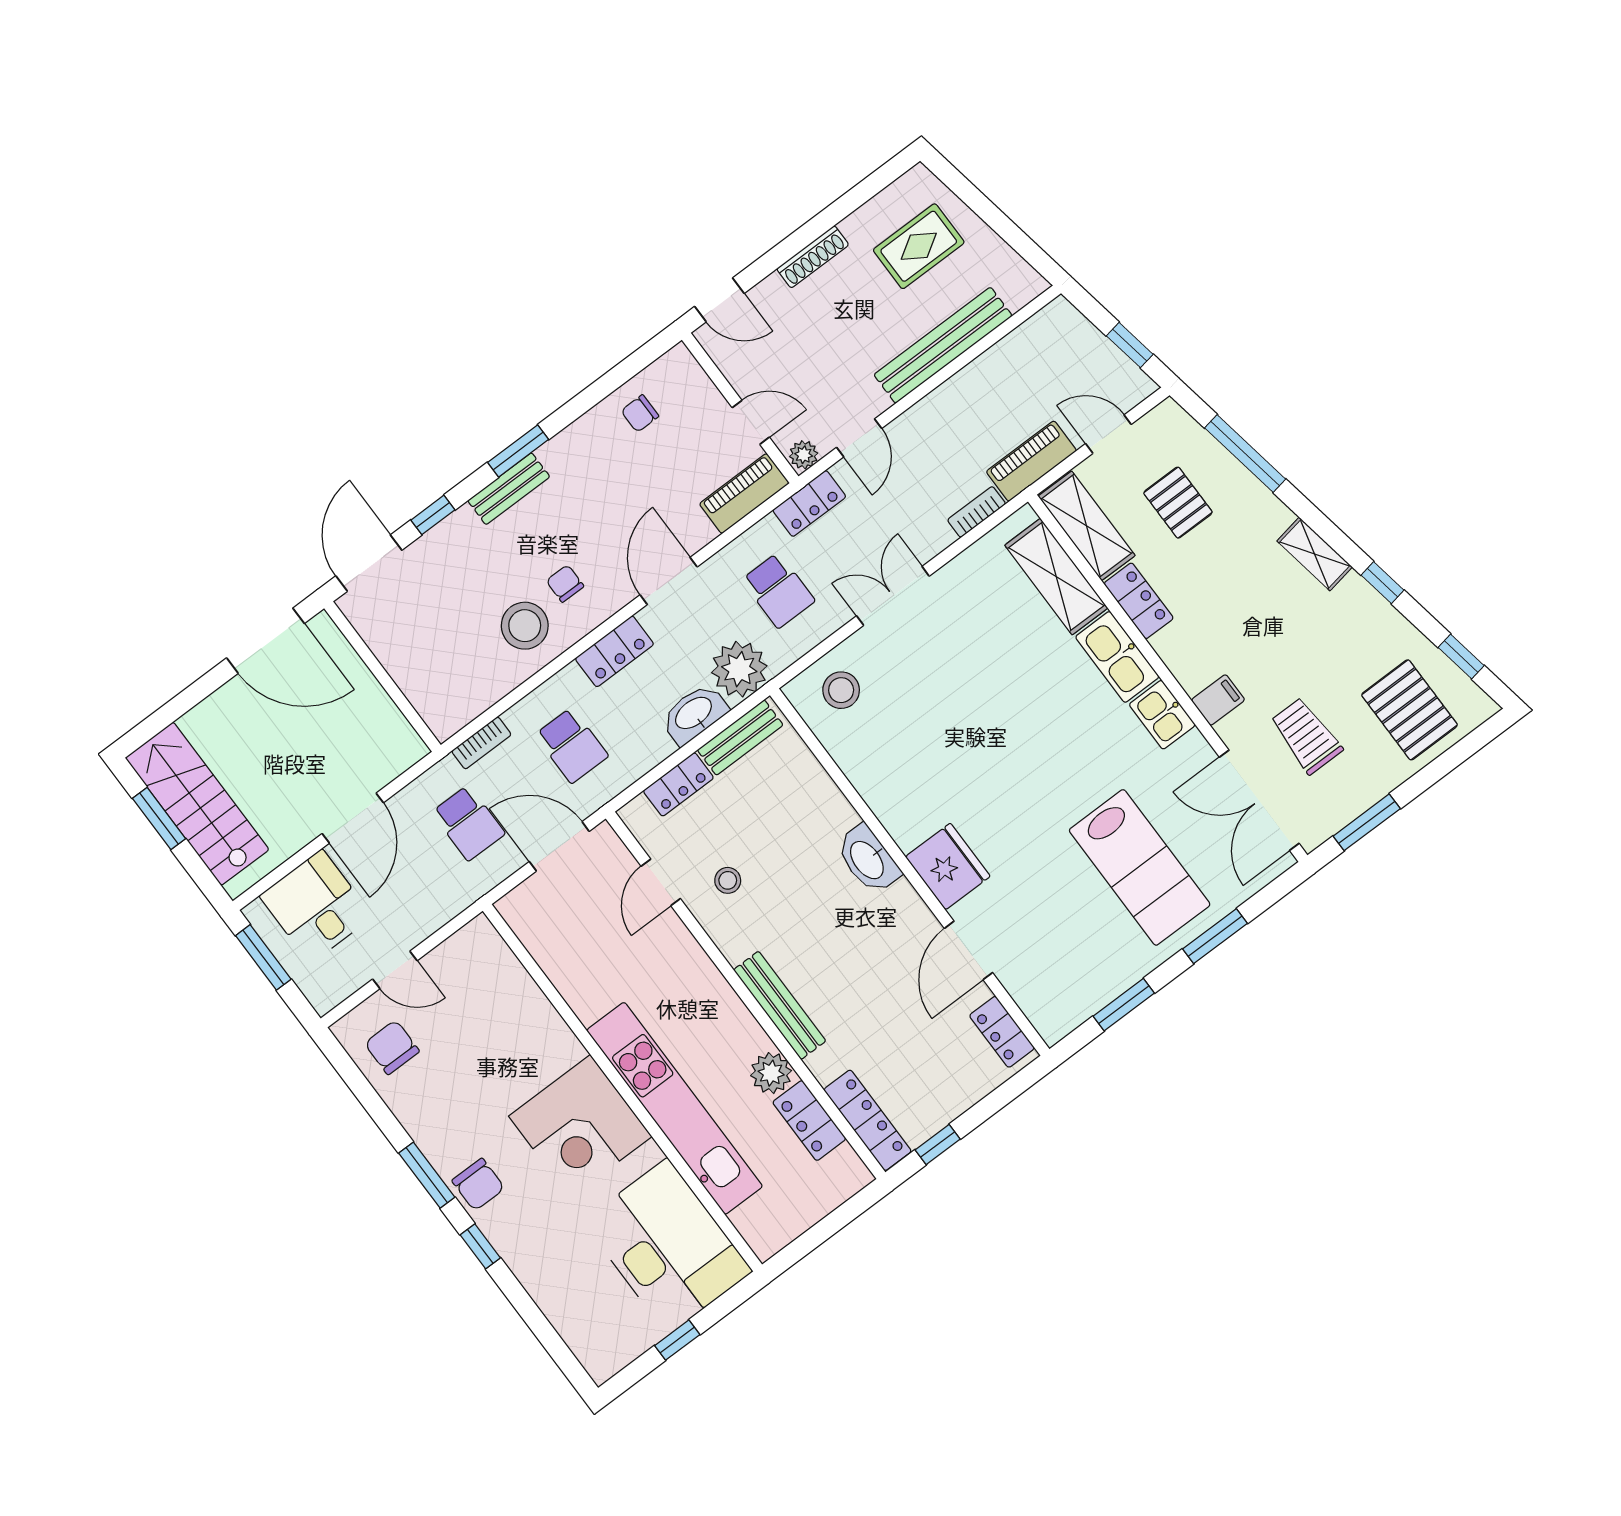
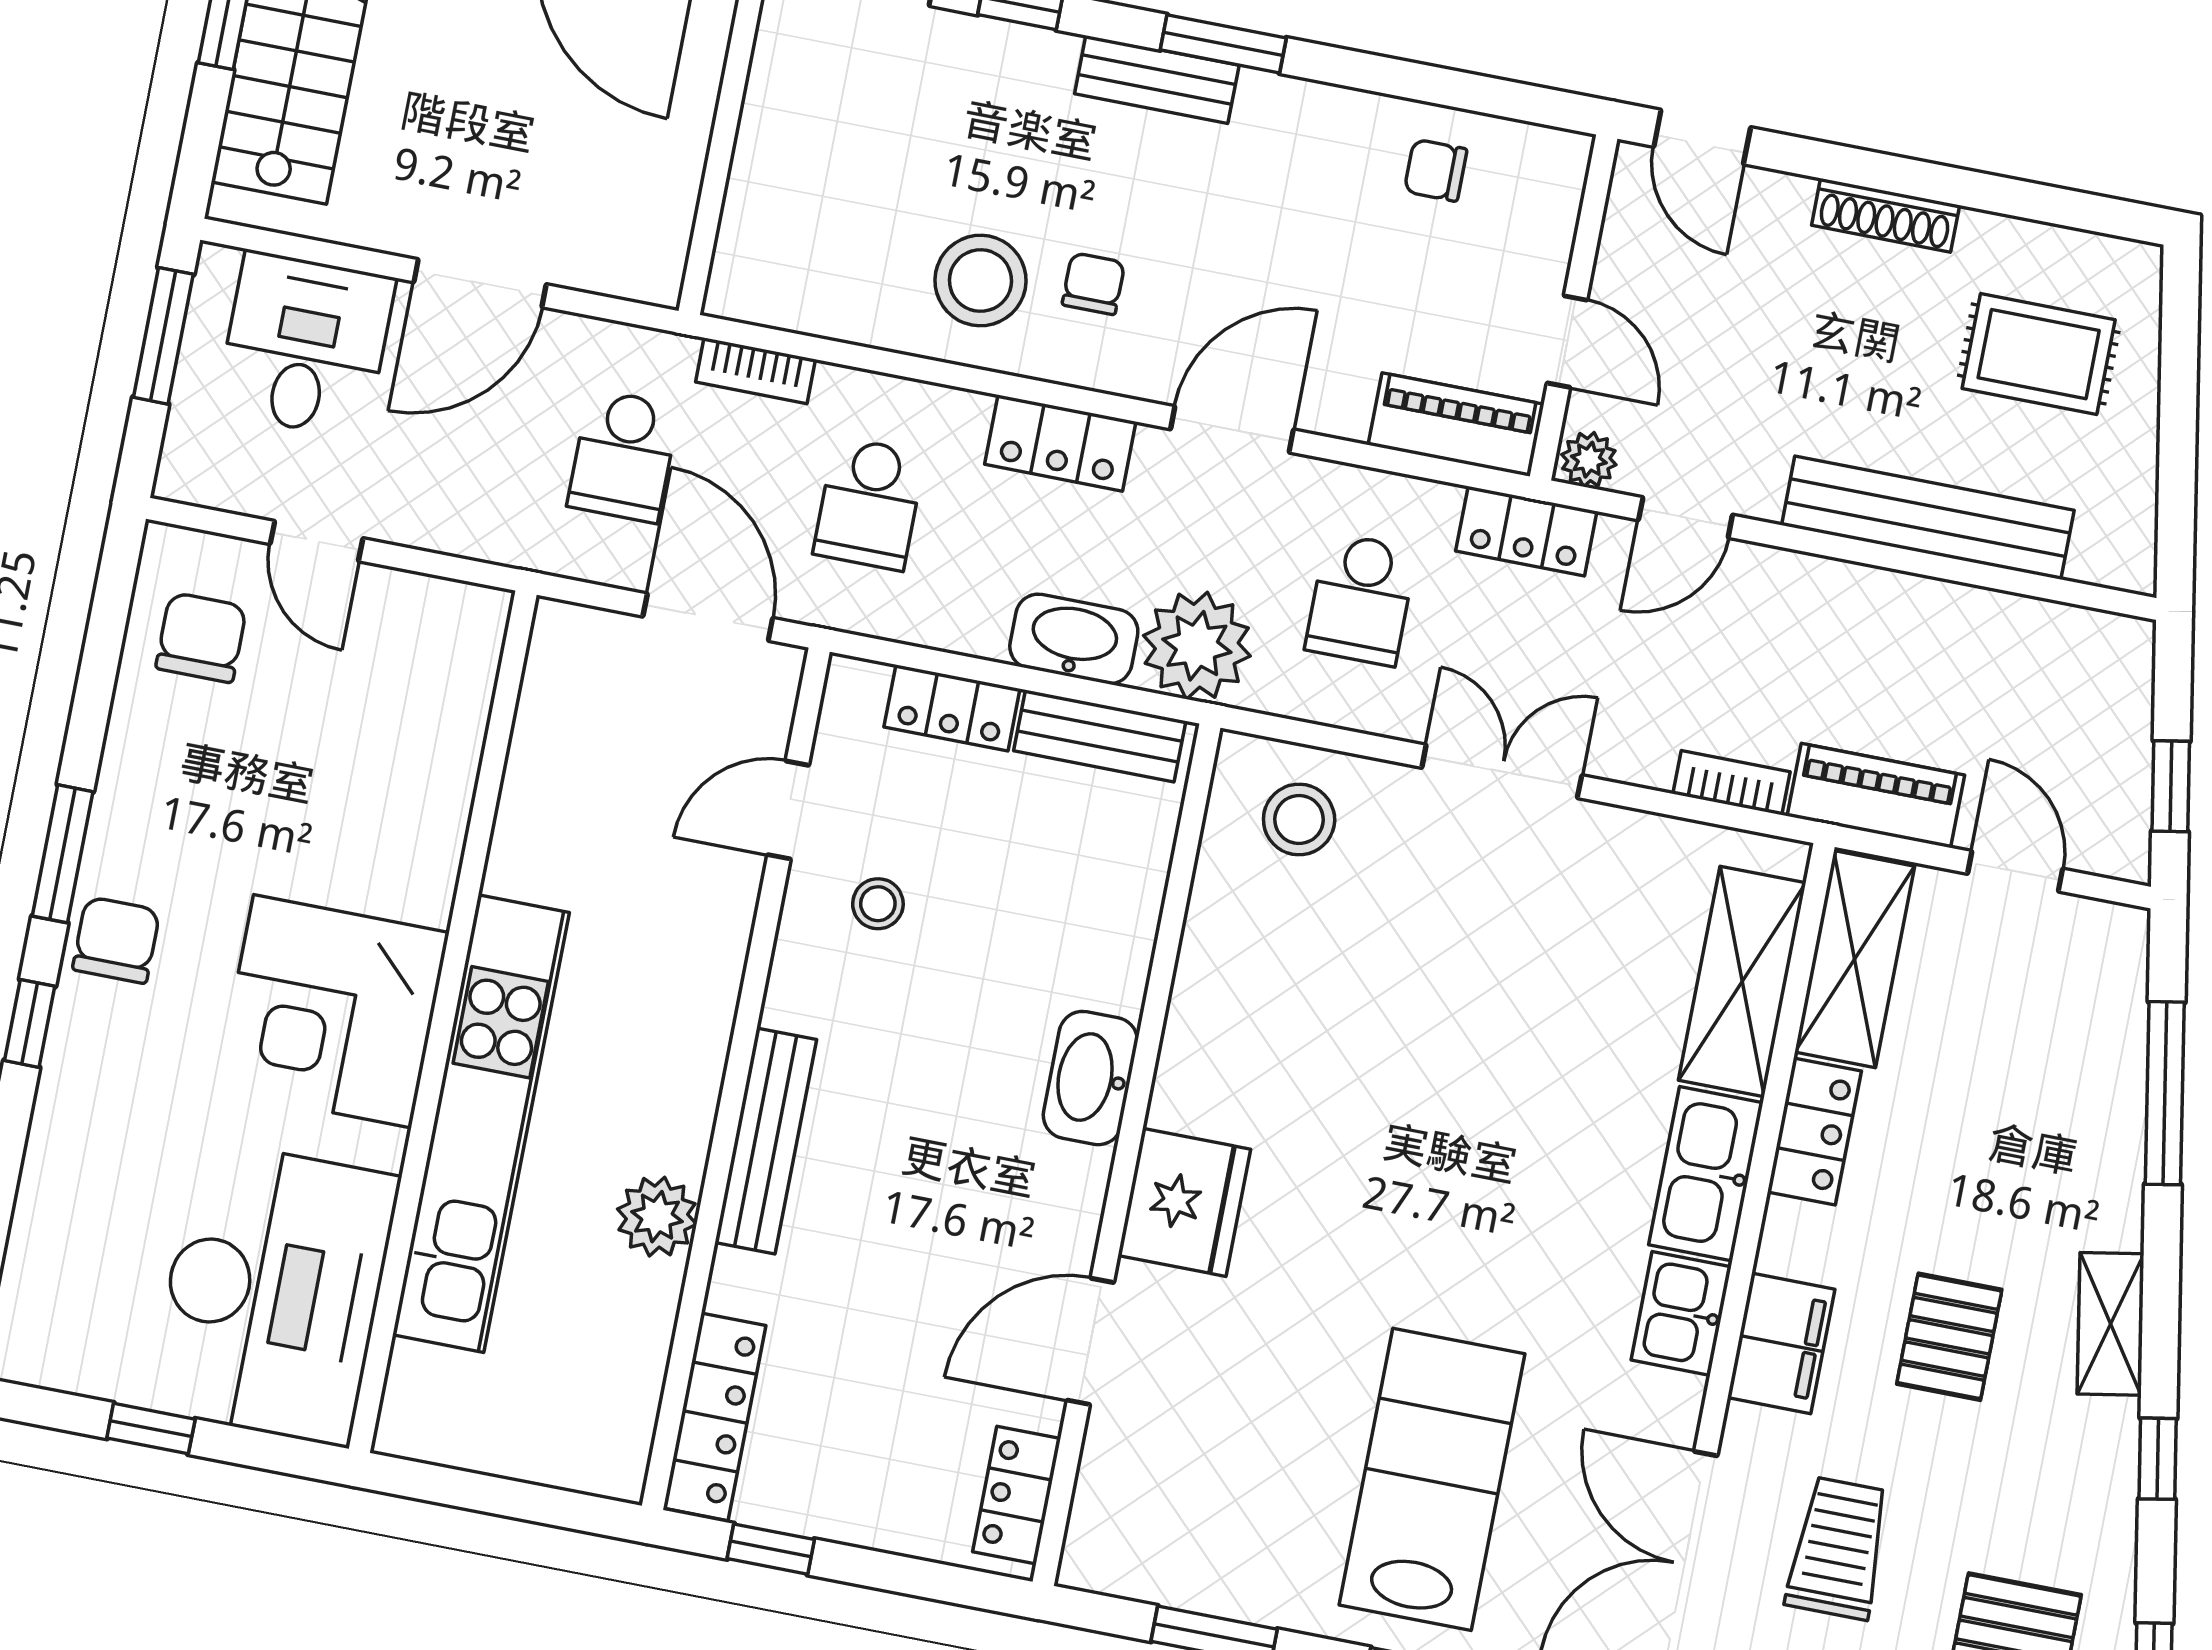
pallet: (1178, 503) -> (1949, 1337), moved
filing cabinet: (1218, 700) -> (1781, 1343), width x2.00
lab bench: (1140, 867) -> (1432, 1479), turned 180
locker: (809, 1121) -> (638, 1333), removed
chair: (478, 1184) -> (116, 940), turned 180

